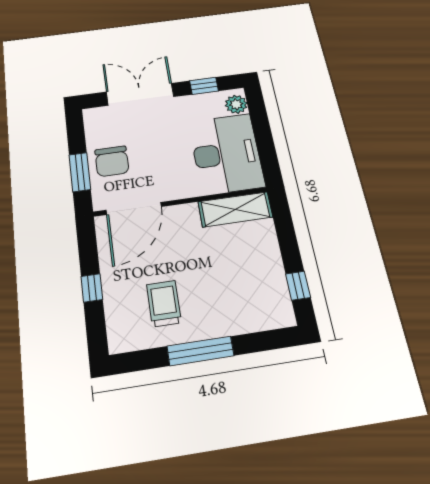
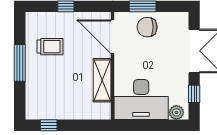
shelving: (235, 209) -> (102, 80), moved

